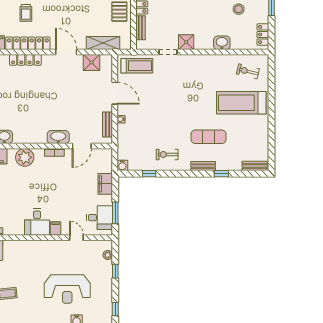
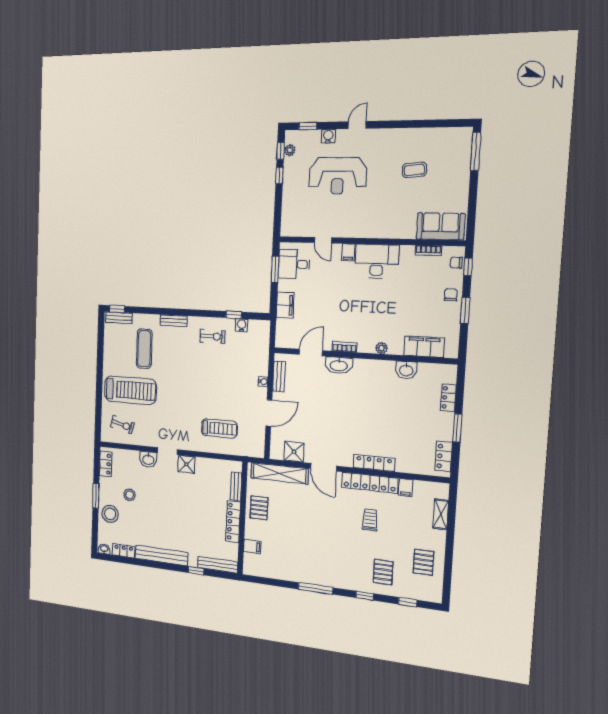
shelving: (103, 43) -> (280, 473), width x1.47
doorway: (168, 52) -> (167, 451), moved
treadmill: (137, 66) -> (219, 428), moved, turned 180
door: (115, 93) -> (269, 413), swing flipped
exercise mat: (208, 137) -> (144, 349), moved, turned 90
plant: (25, 157) -> (381, 348), width x0.53, depth x0.53
water cooler: (122, 165) -> (242, 325), moved
window: (221, 174) -> (117, 309), moved
desk: (37, 222) -> (377, 261), width x1.37
plant: (108, 255) -> (290, 150), moved
window: (115, 271) -> (279, 175), moved
reception desk: (67, 289) -> (338, 176), turned 180

